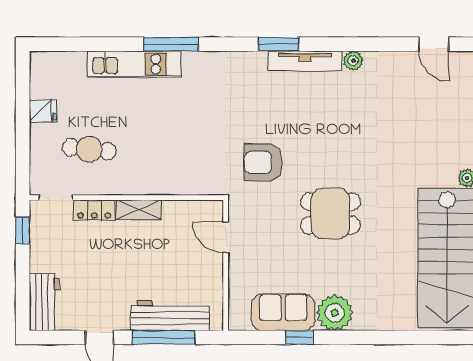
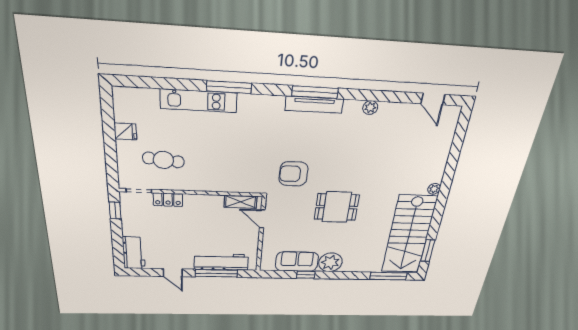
window: (279, 44) -> (315, 92), width x1.44
tv unit: (305, 61) -> (314, 105), moved
shelving: (139, 210) -> (241, 202), moved
window: (430, 337) -> (388, 276), added

